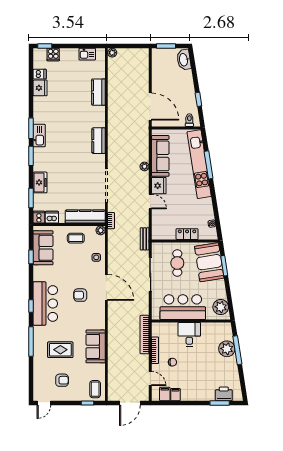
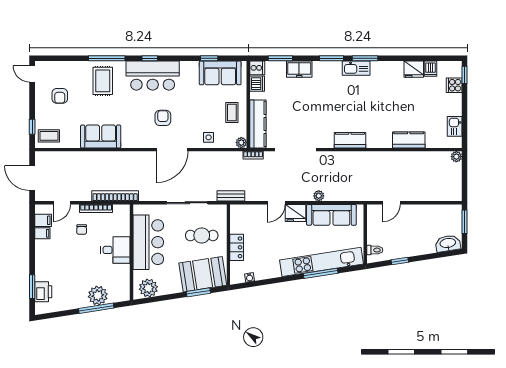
door: (150, 107) -> (391, 203), width x0.53
rug: (60, 350) -> (103, 81), moved

